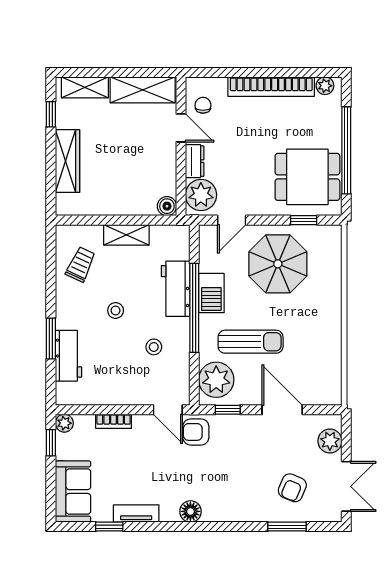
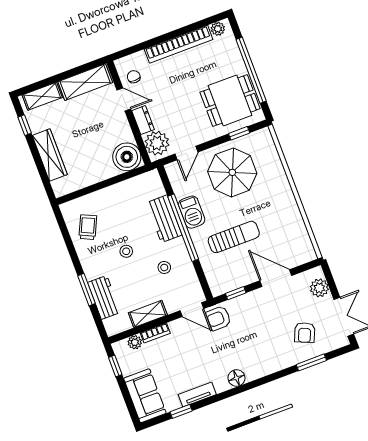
boiler: (167, 206) -> (127, 157), width x1.86, depth x1.86
shelving: (126, 235) -> (148, 314), moved
plant: (216, 380) -> (219, 274), removed
plant: (64, 423) -> (135, 342), moved

